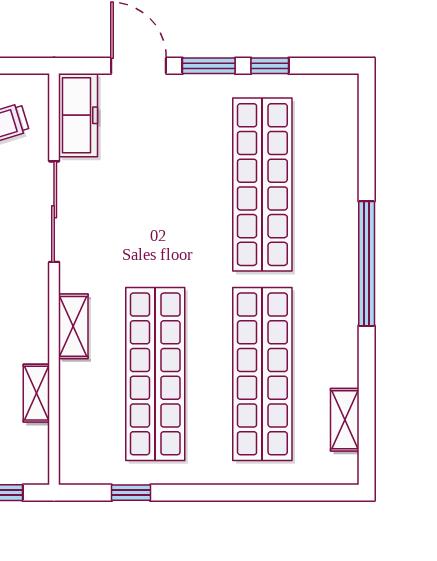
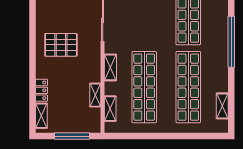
shelving: (73, 426) -> (110, 109), added
window: (131, 493) -> (134, 136), removed

